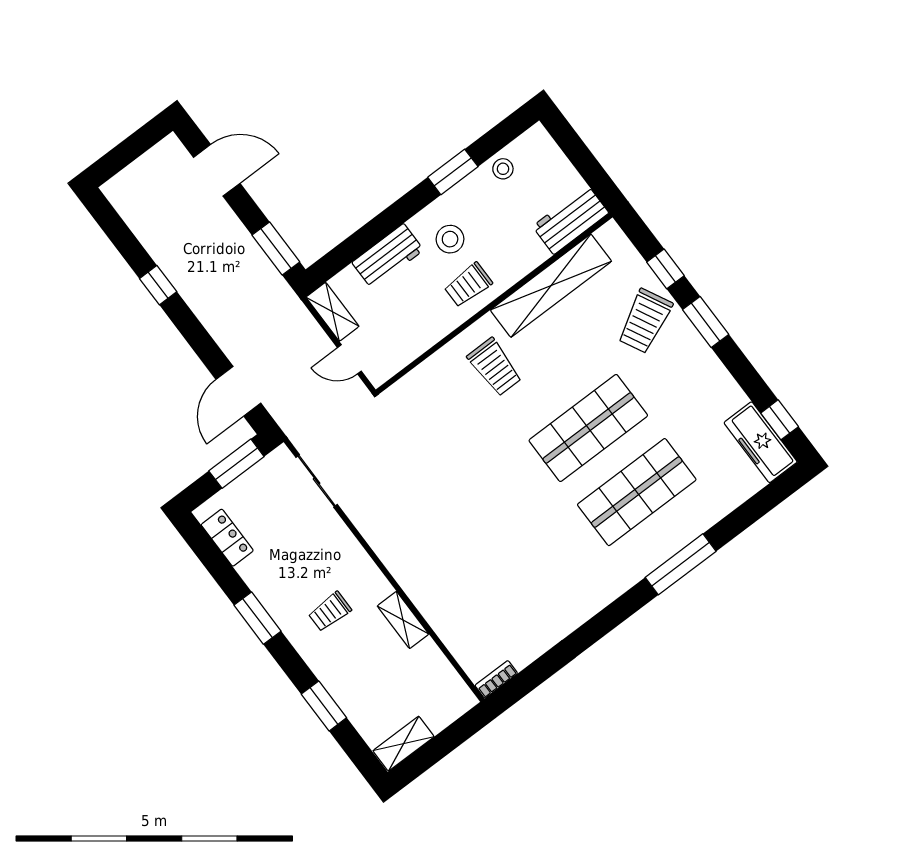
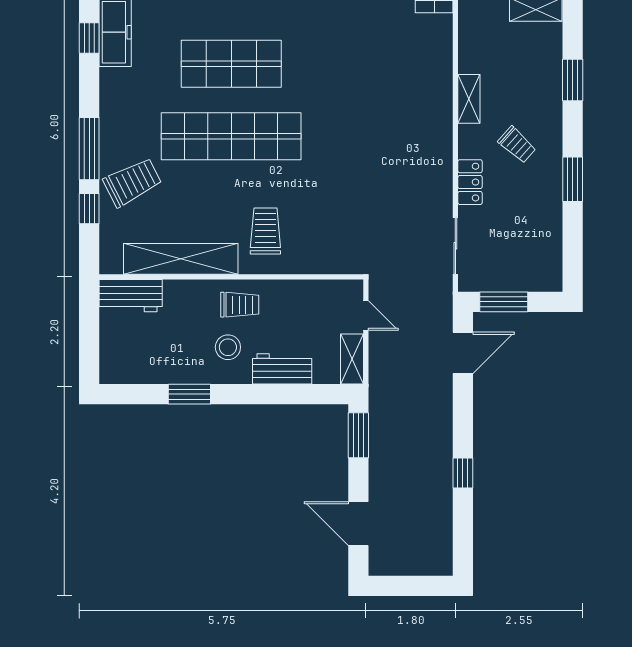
stool: (503, 169) -> (152, 369), removed
window: (706, 322) -> (89, 149), width x1.44
shop shelf: (588, 428) -> (231, 136), width x1.40
locker: (227, 538) -> (470, 182), moved, turned 180
trolley: (330, 612) -> (517, 145), turned 42

